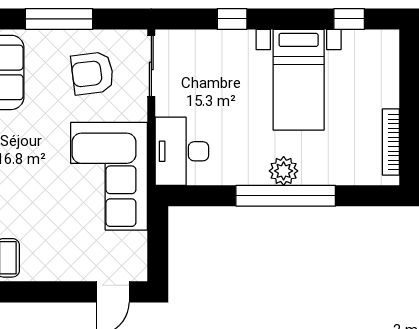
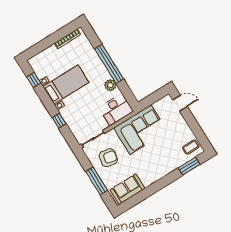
armchair: (92, 73) -> (108, 158), turned -72
plant: (284, 171) -> (110, 85), moved

